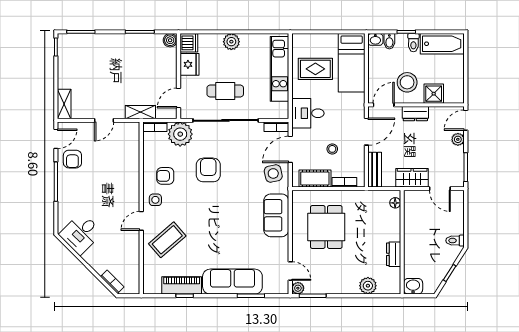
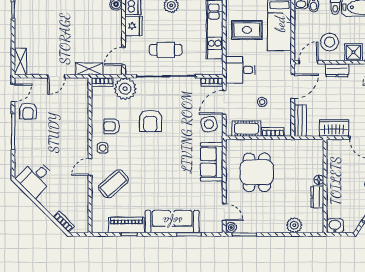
armchair: (208, 170) -> (150, 121), turned 180
floor lamp: (395, 203) -> (319, 180), moved

